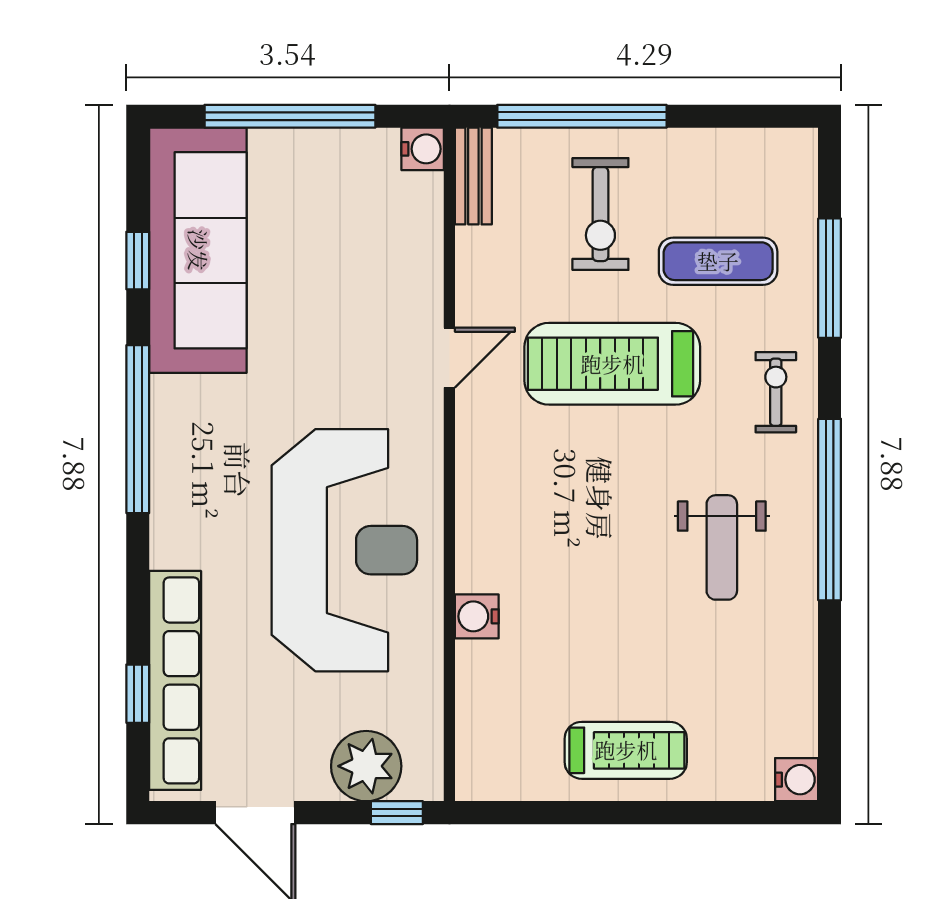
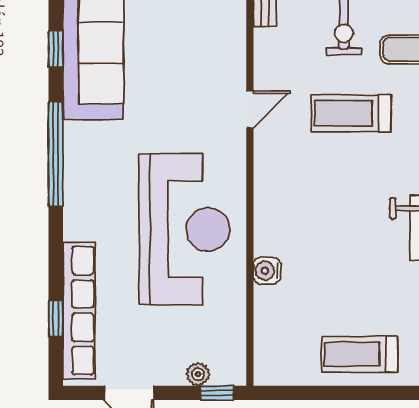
treadmill: (612, 364) -> (351, 113), width x0.73, depth x0.73
treadmill: (626, 750) -> (360, 354), turned 180
plant: (366, 766) -> (198, 374), width x0.53, depth x0.53

